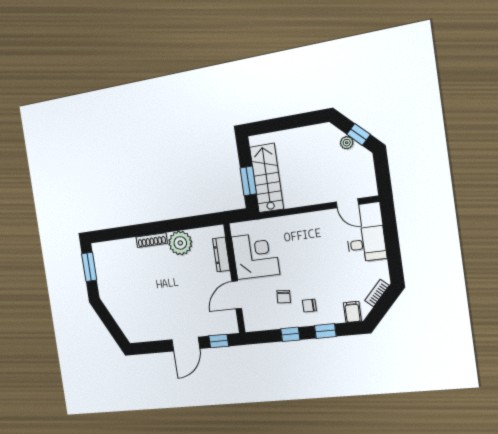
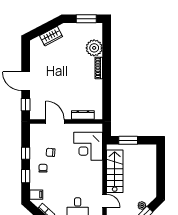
stairs: (267, 178) -> (115, 171), moved, turned -90
door: (347, 203) -> (105, 201), swing flipped
plant: (180, 243) -> (94, 48), moved
corner desk: (255, 255) -> (88, 146), moved, turned 90
wardrobe: (120, 314) -> (51, 36), added

